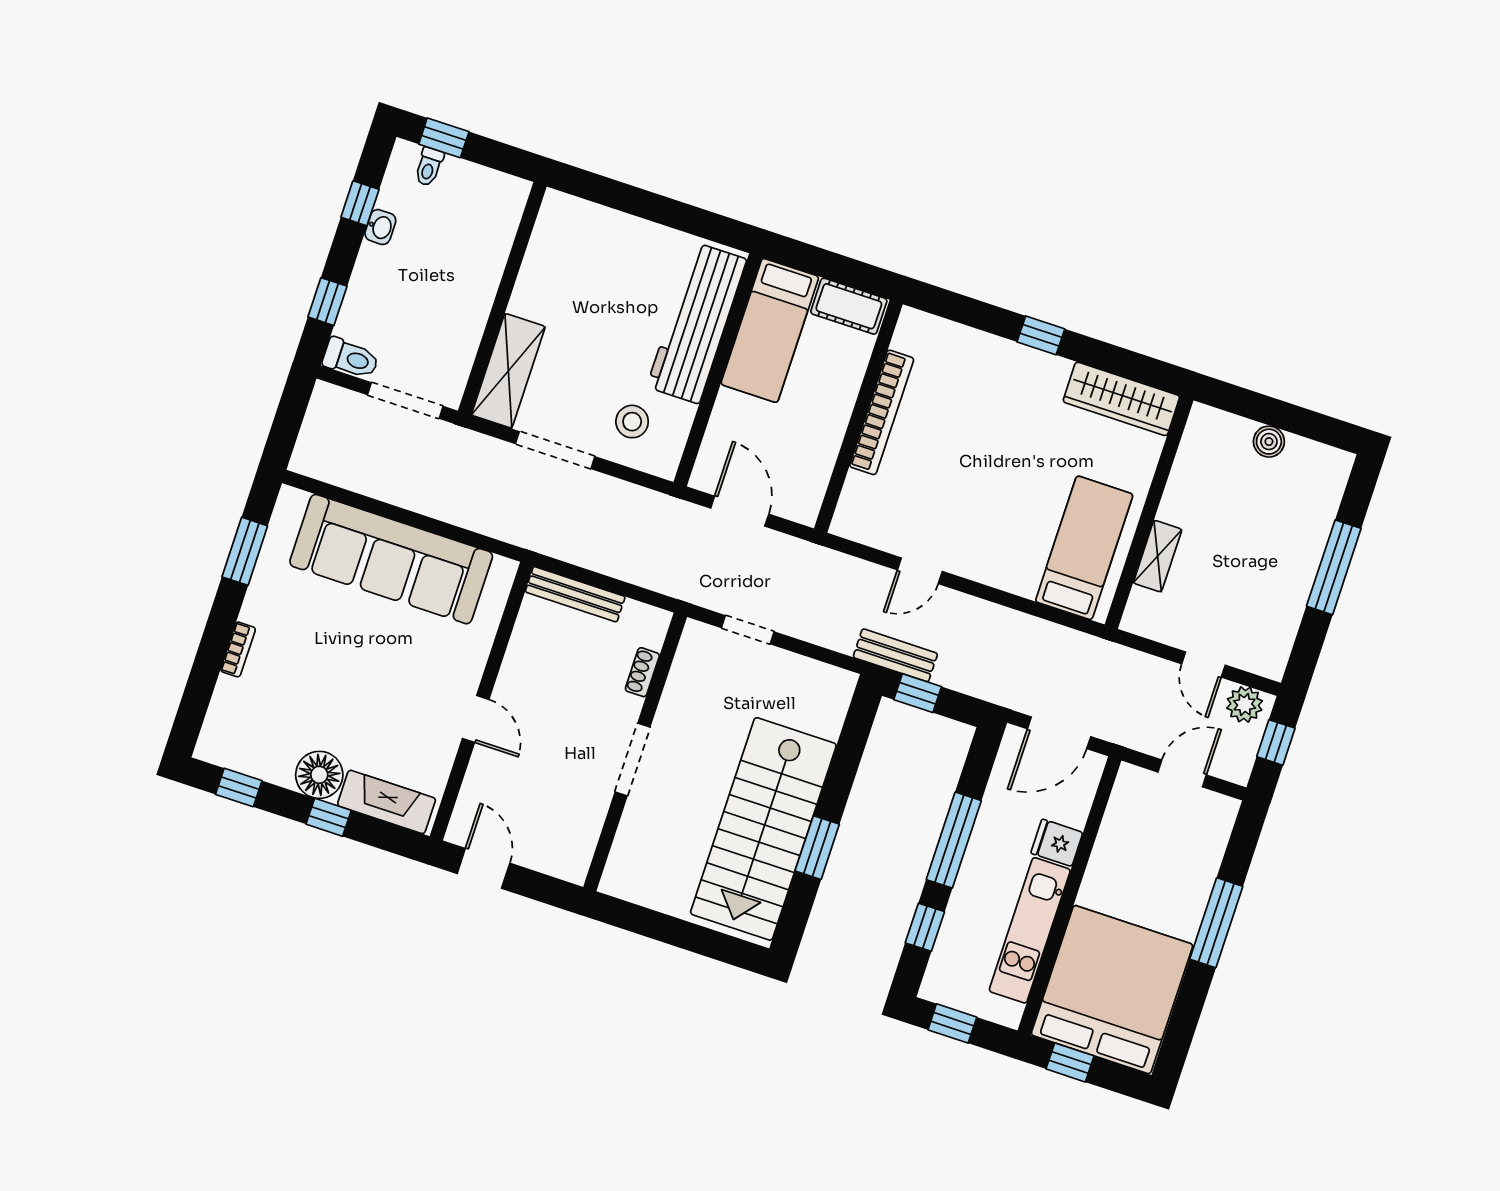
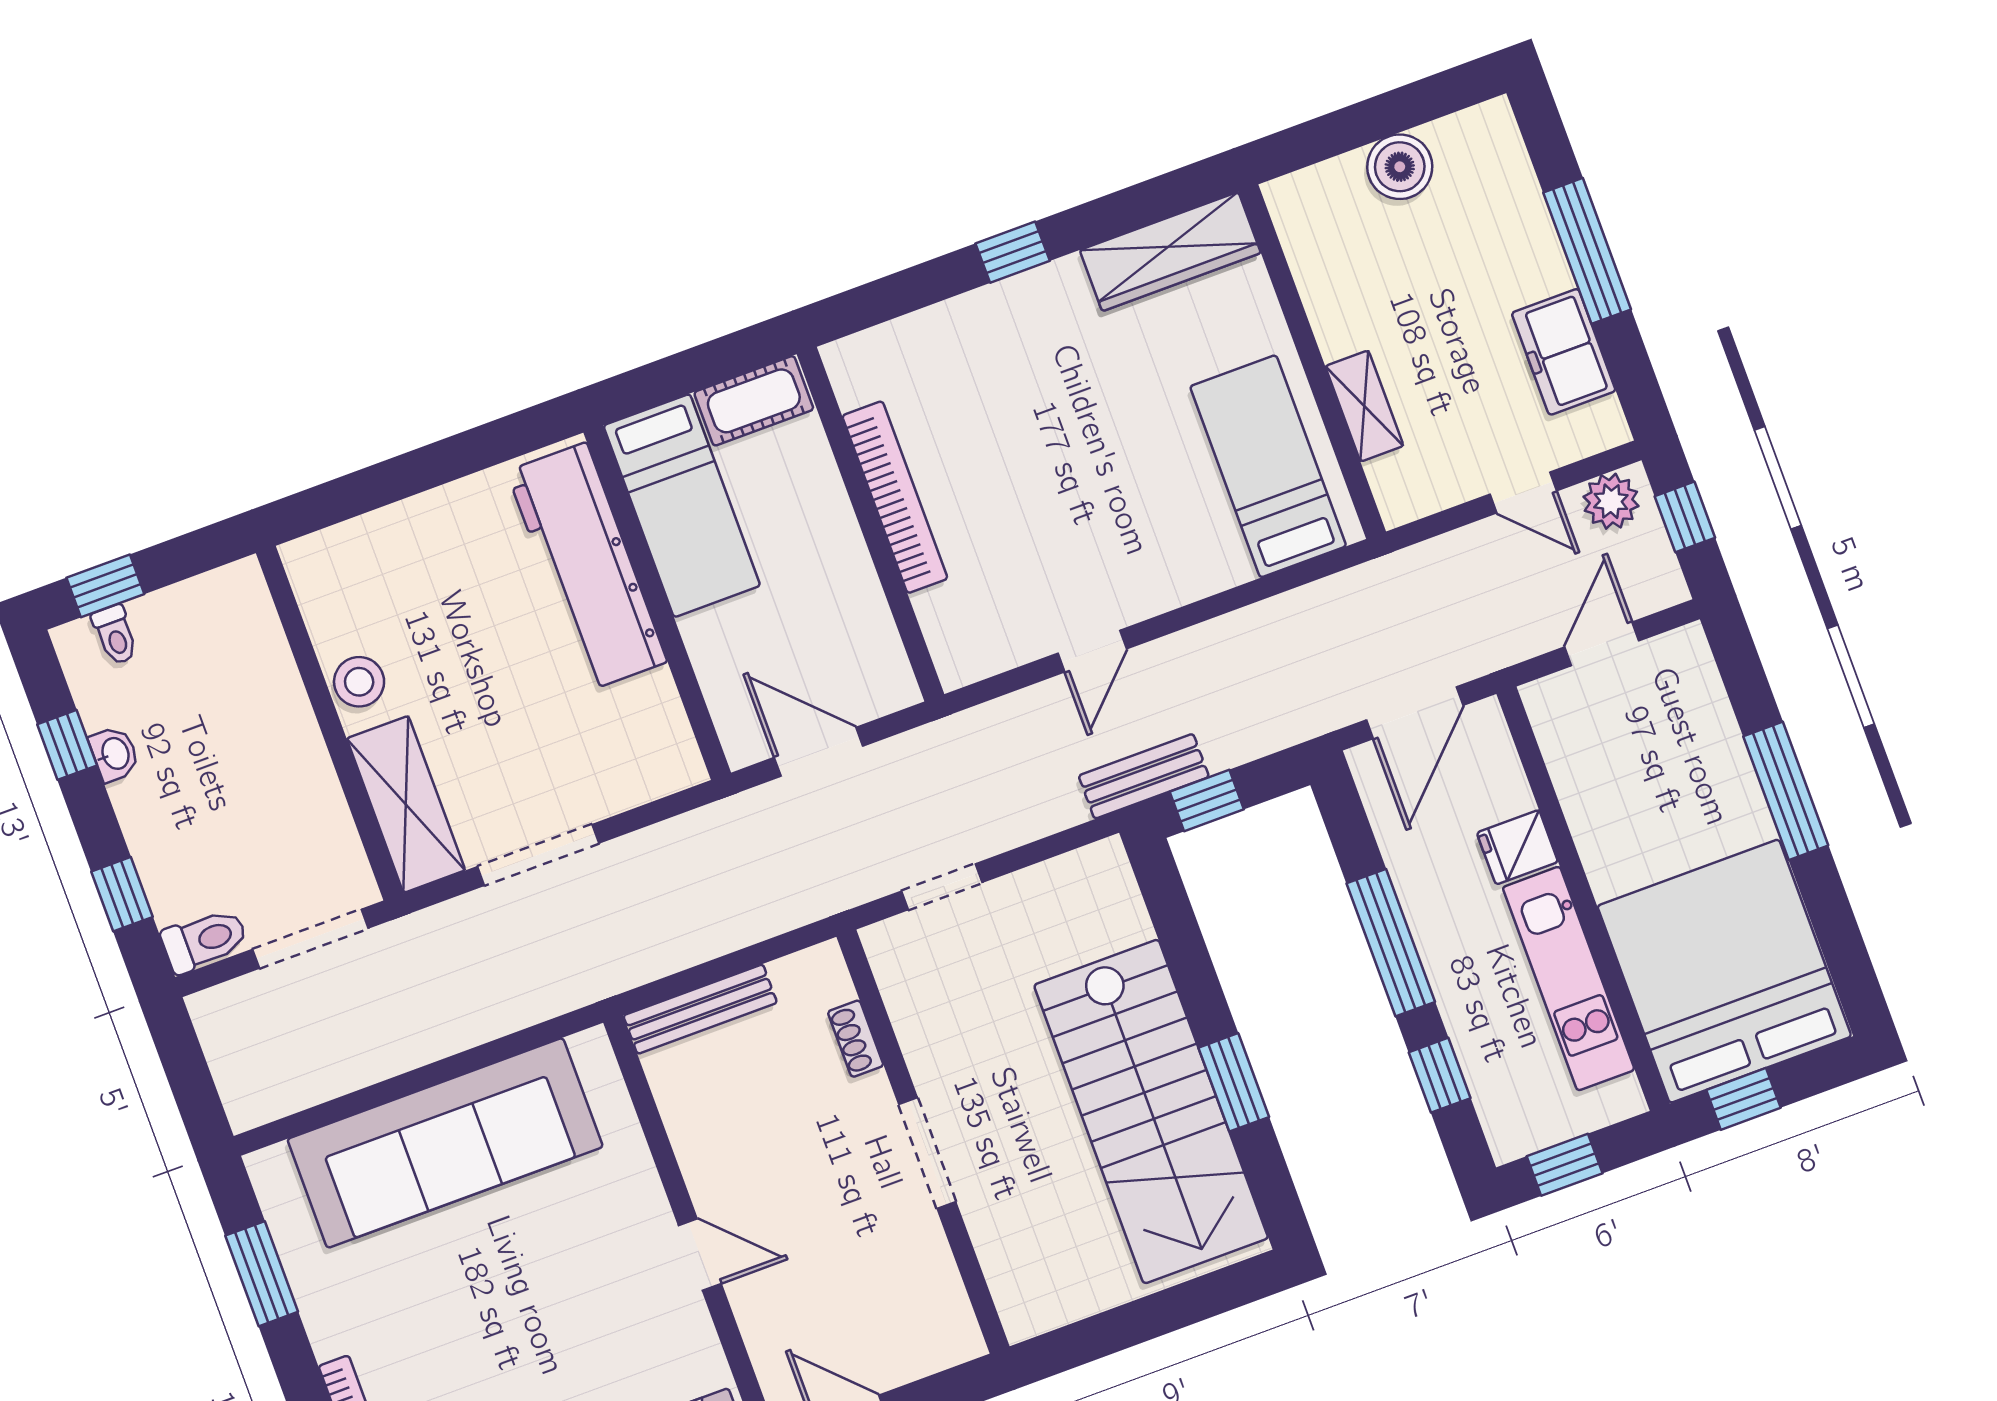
stool: (632, 422) -> (359, 682), moved
boiler: (1269, 442) -> (1400, 167), width x1.36, depth x1.36
freezer: (1281, 609) -> (1564, 352), added

